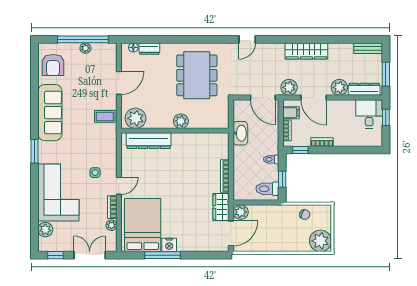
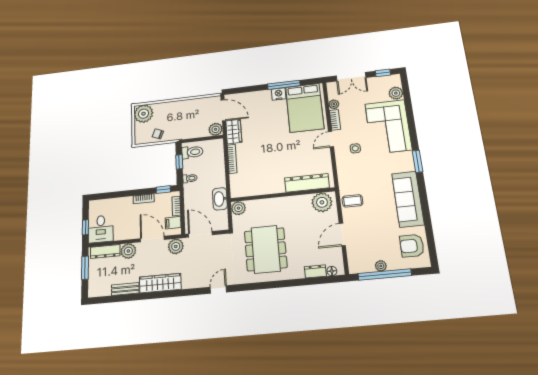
bench: (368, 48) -> (125, 289), moved
armchair: (53, 65) -> (412, 246), turned -90
plant: (181, 121) -> (238, 208), moved
door: (231, 233) -> (223, 110), swing flipped

